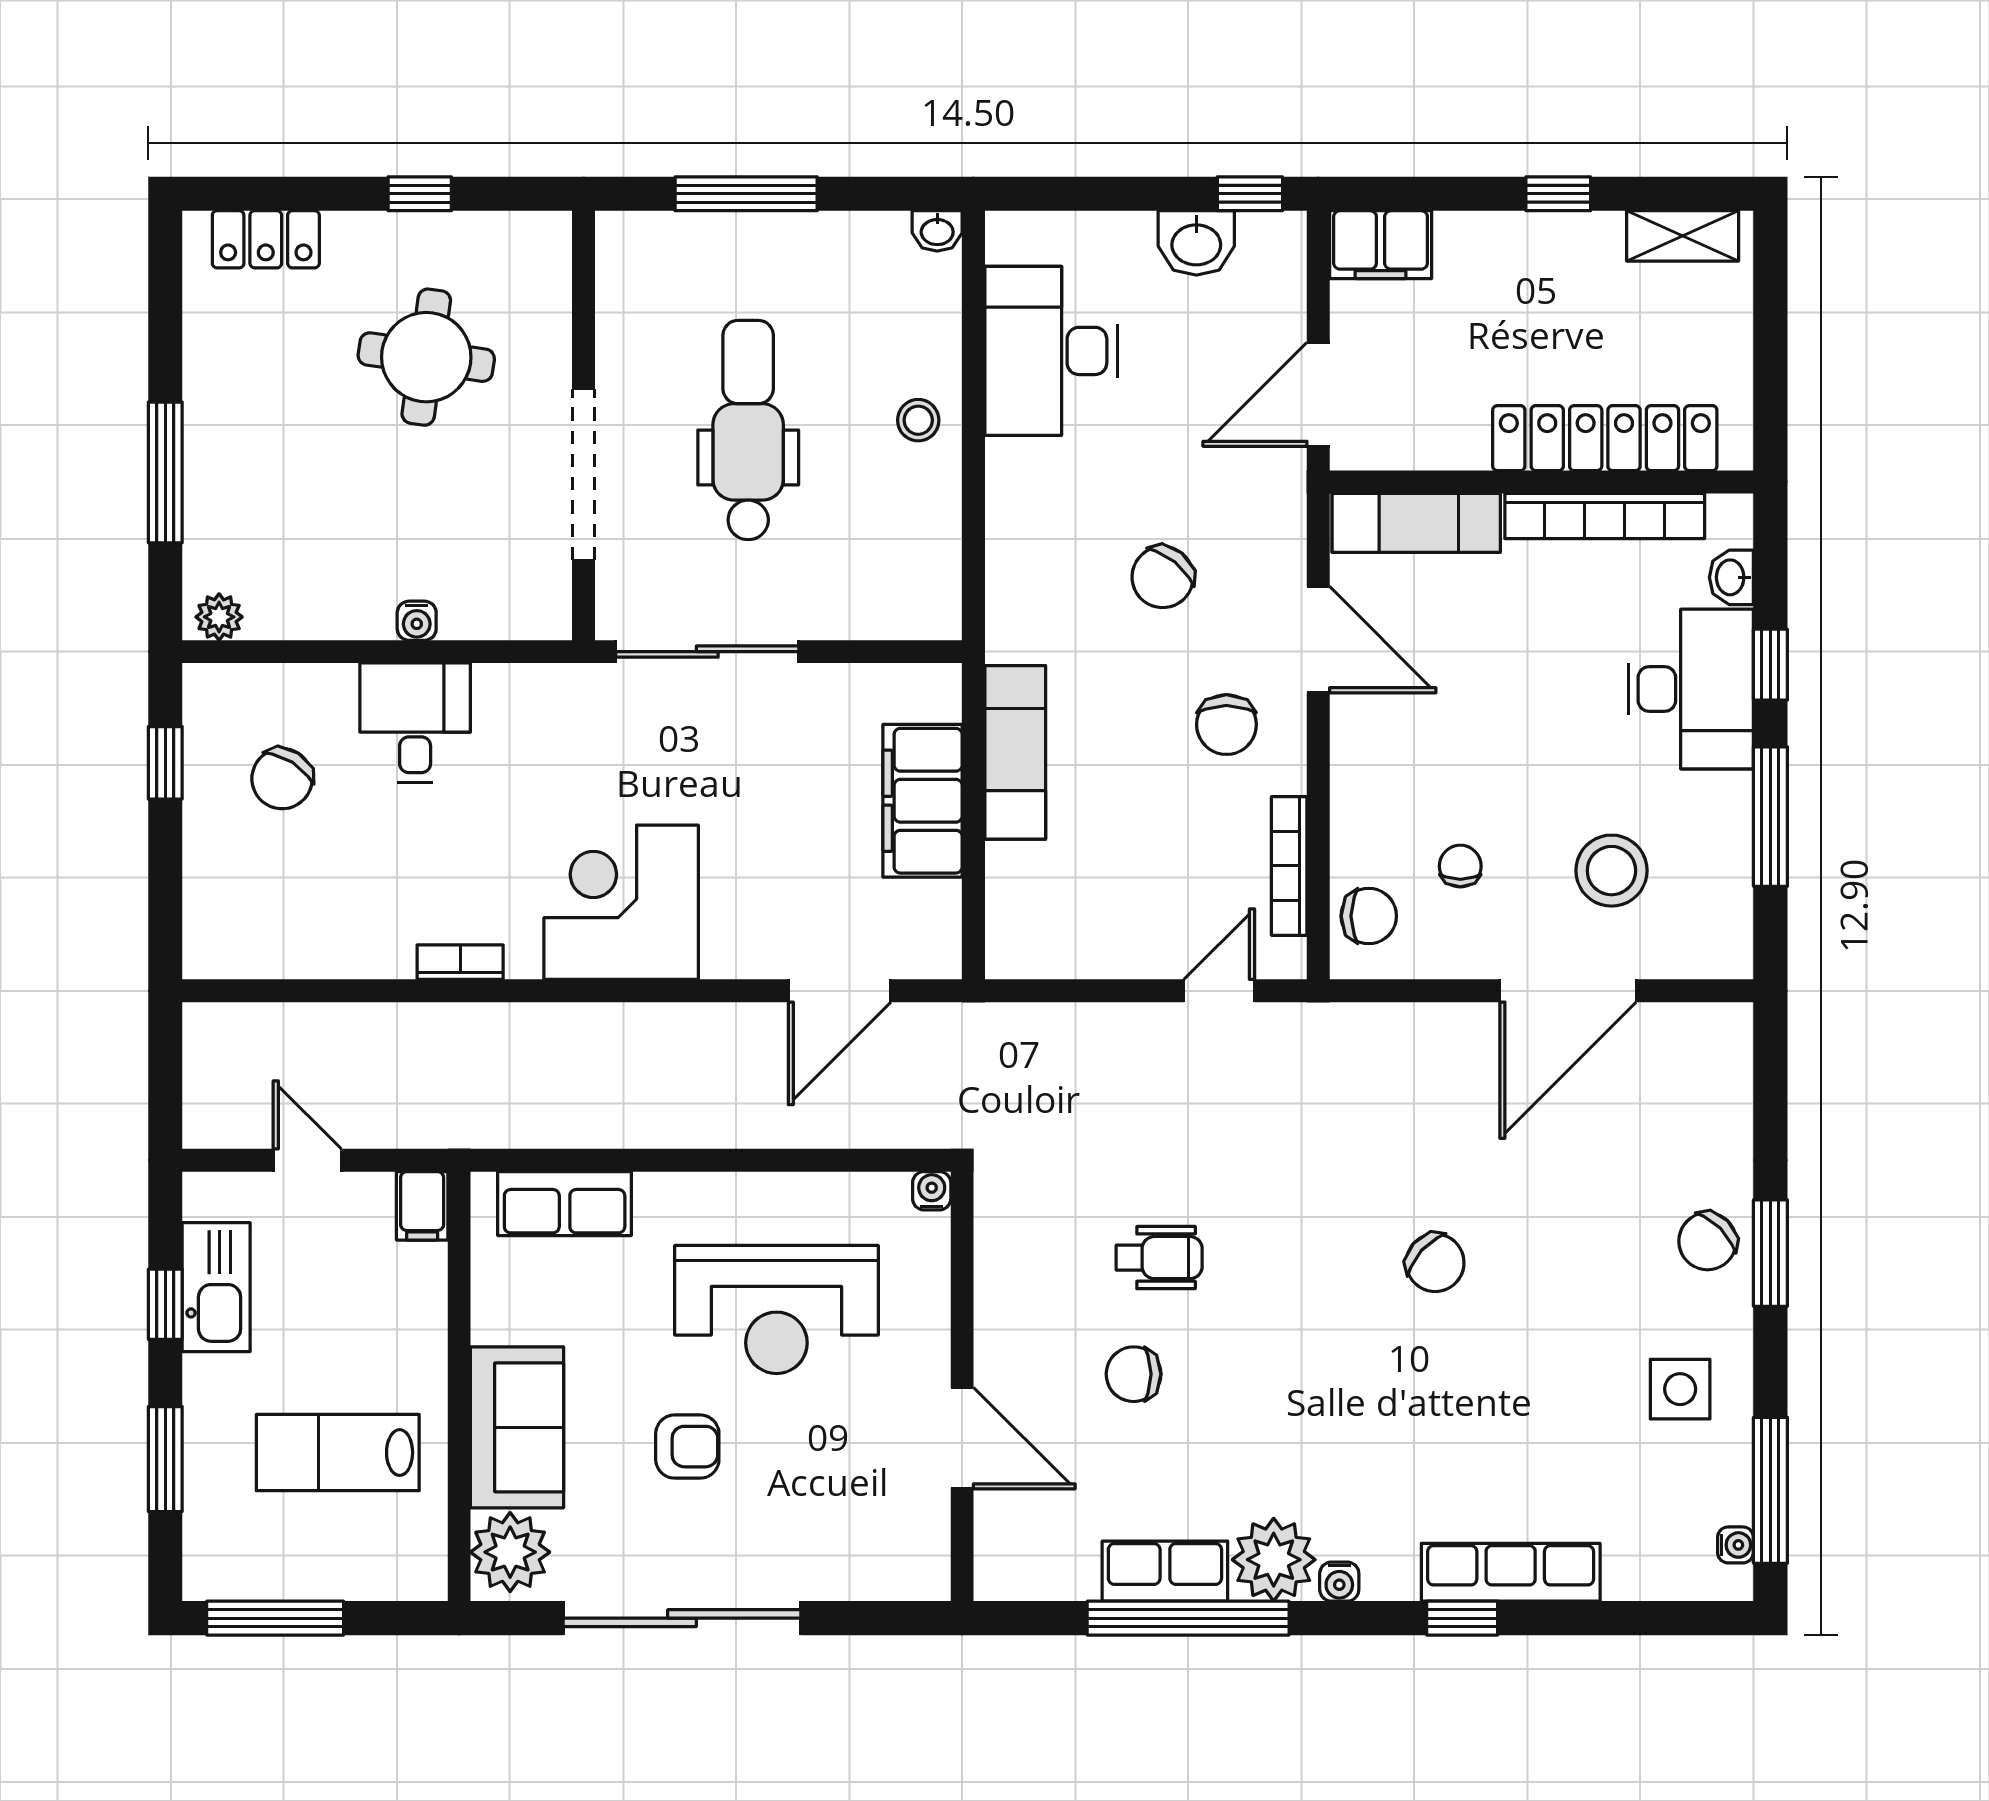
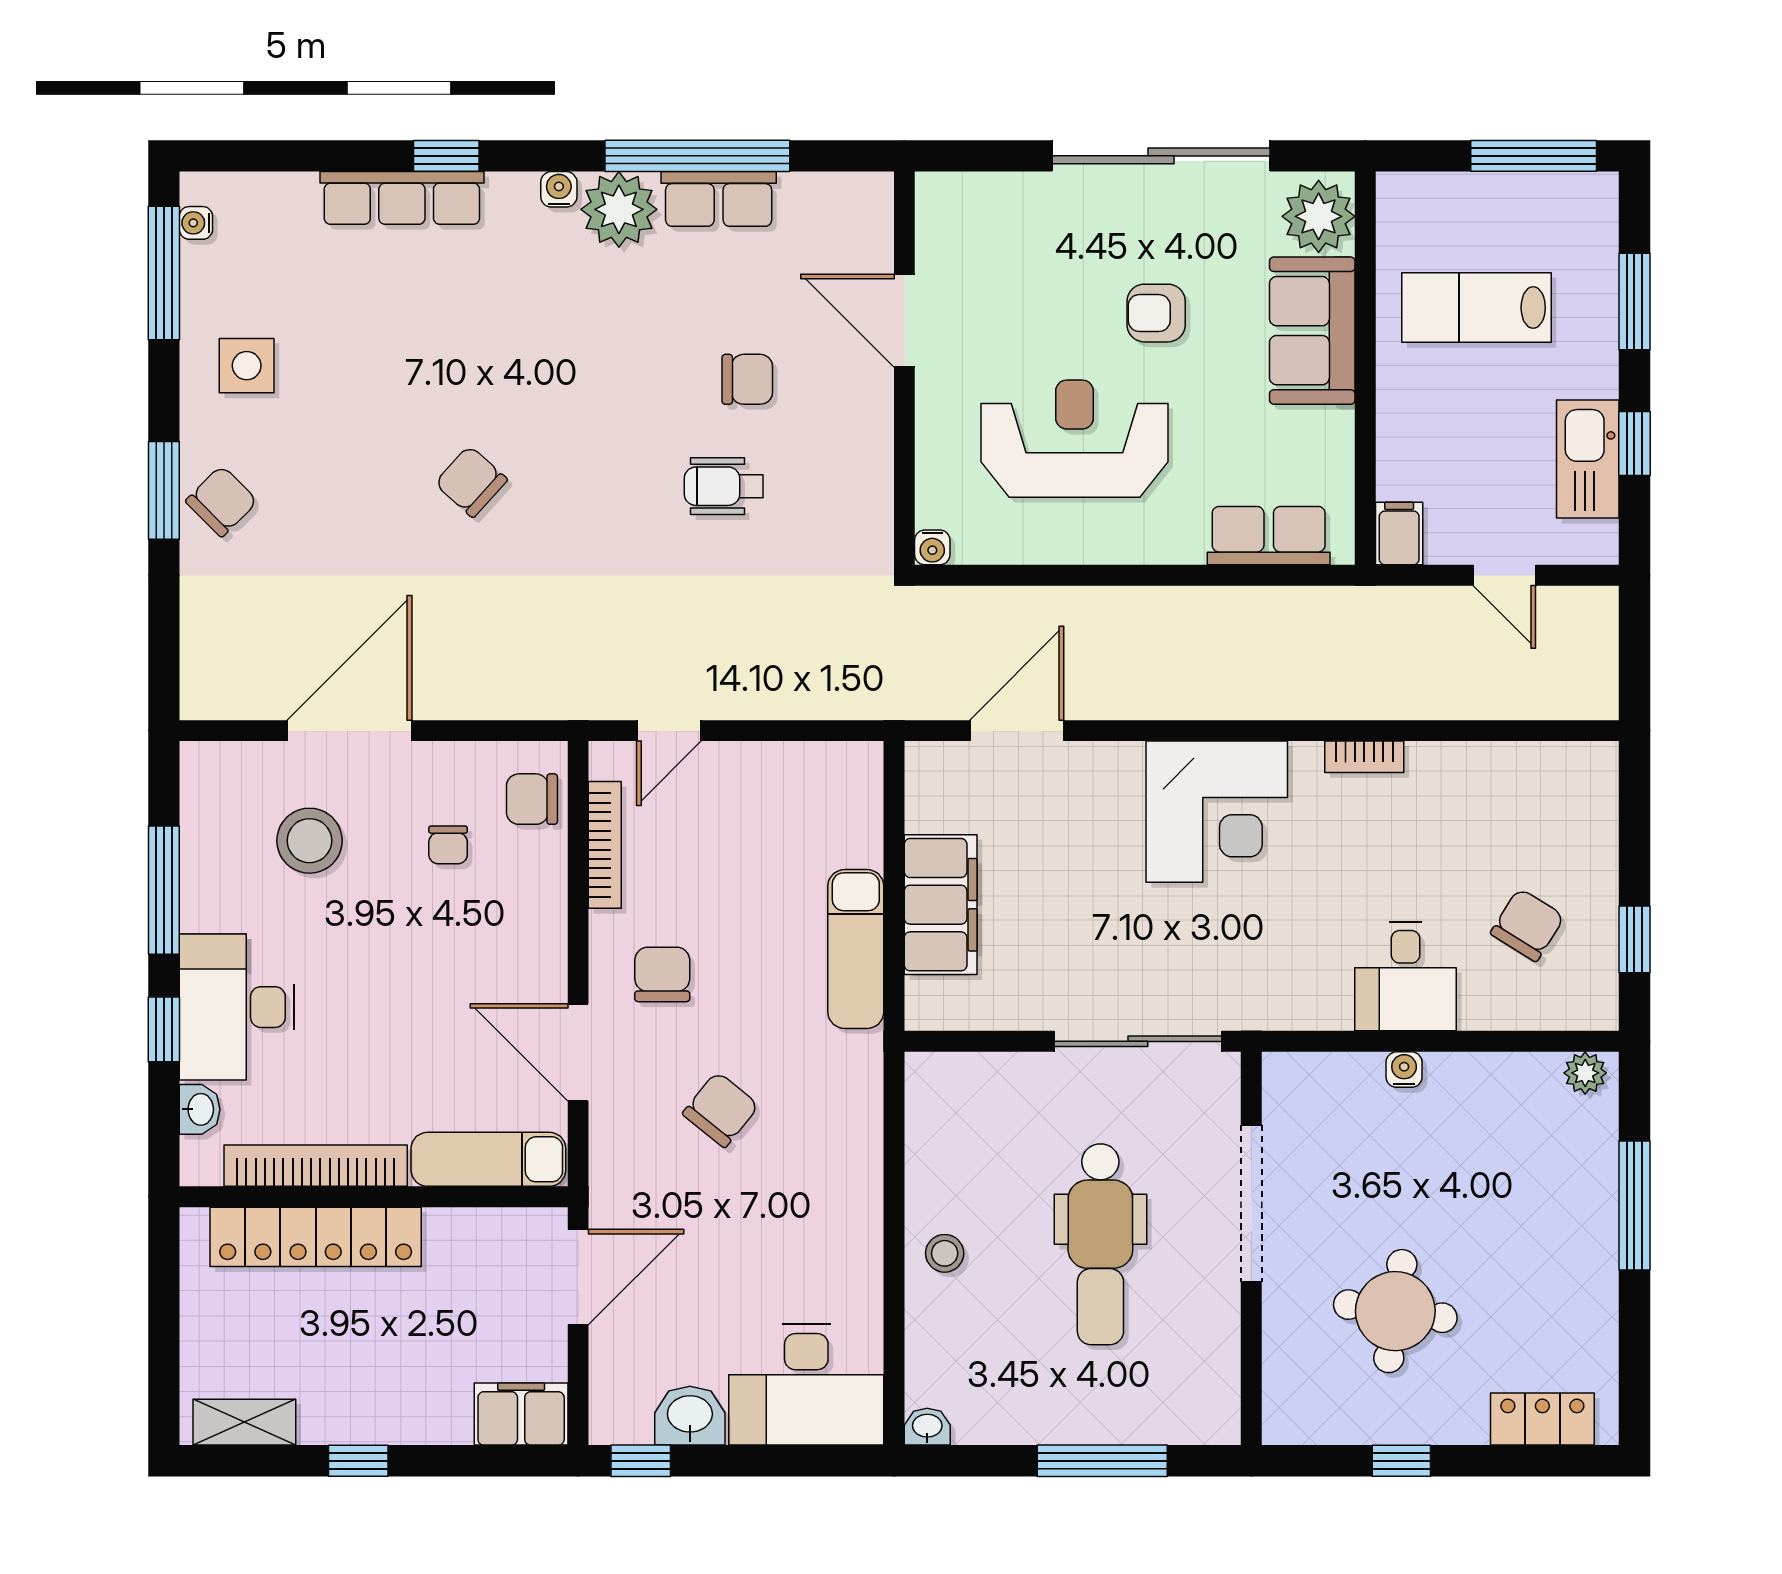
desk: (1051, 351) -> (806, 1384), moved, turned 90
lab bench: (338, 1453) -> (1476, 308), turned 180

